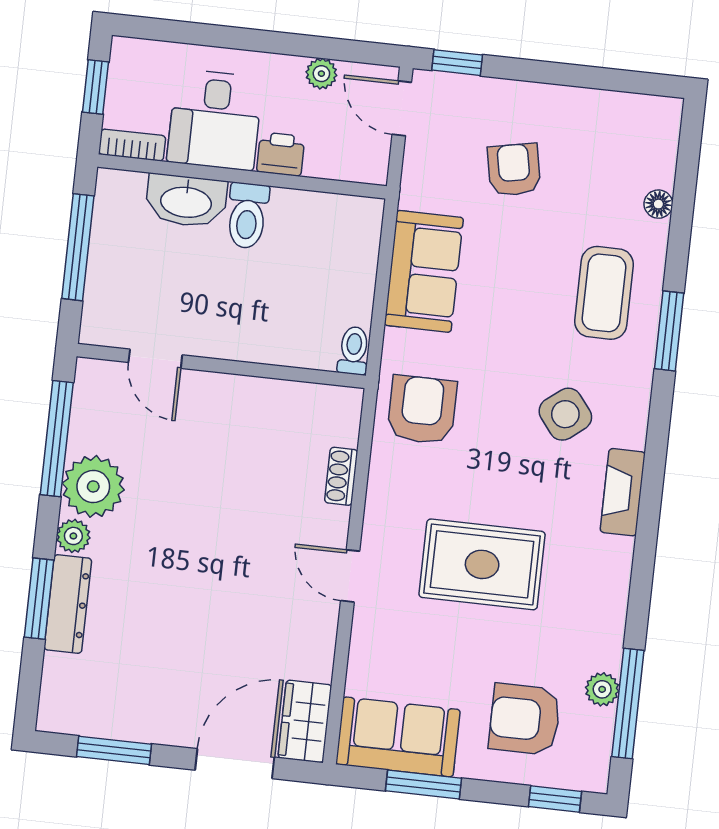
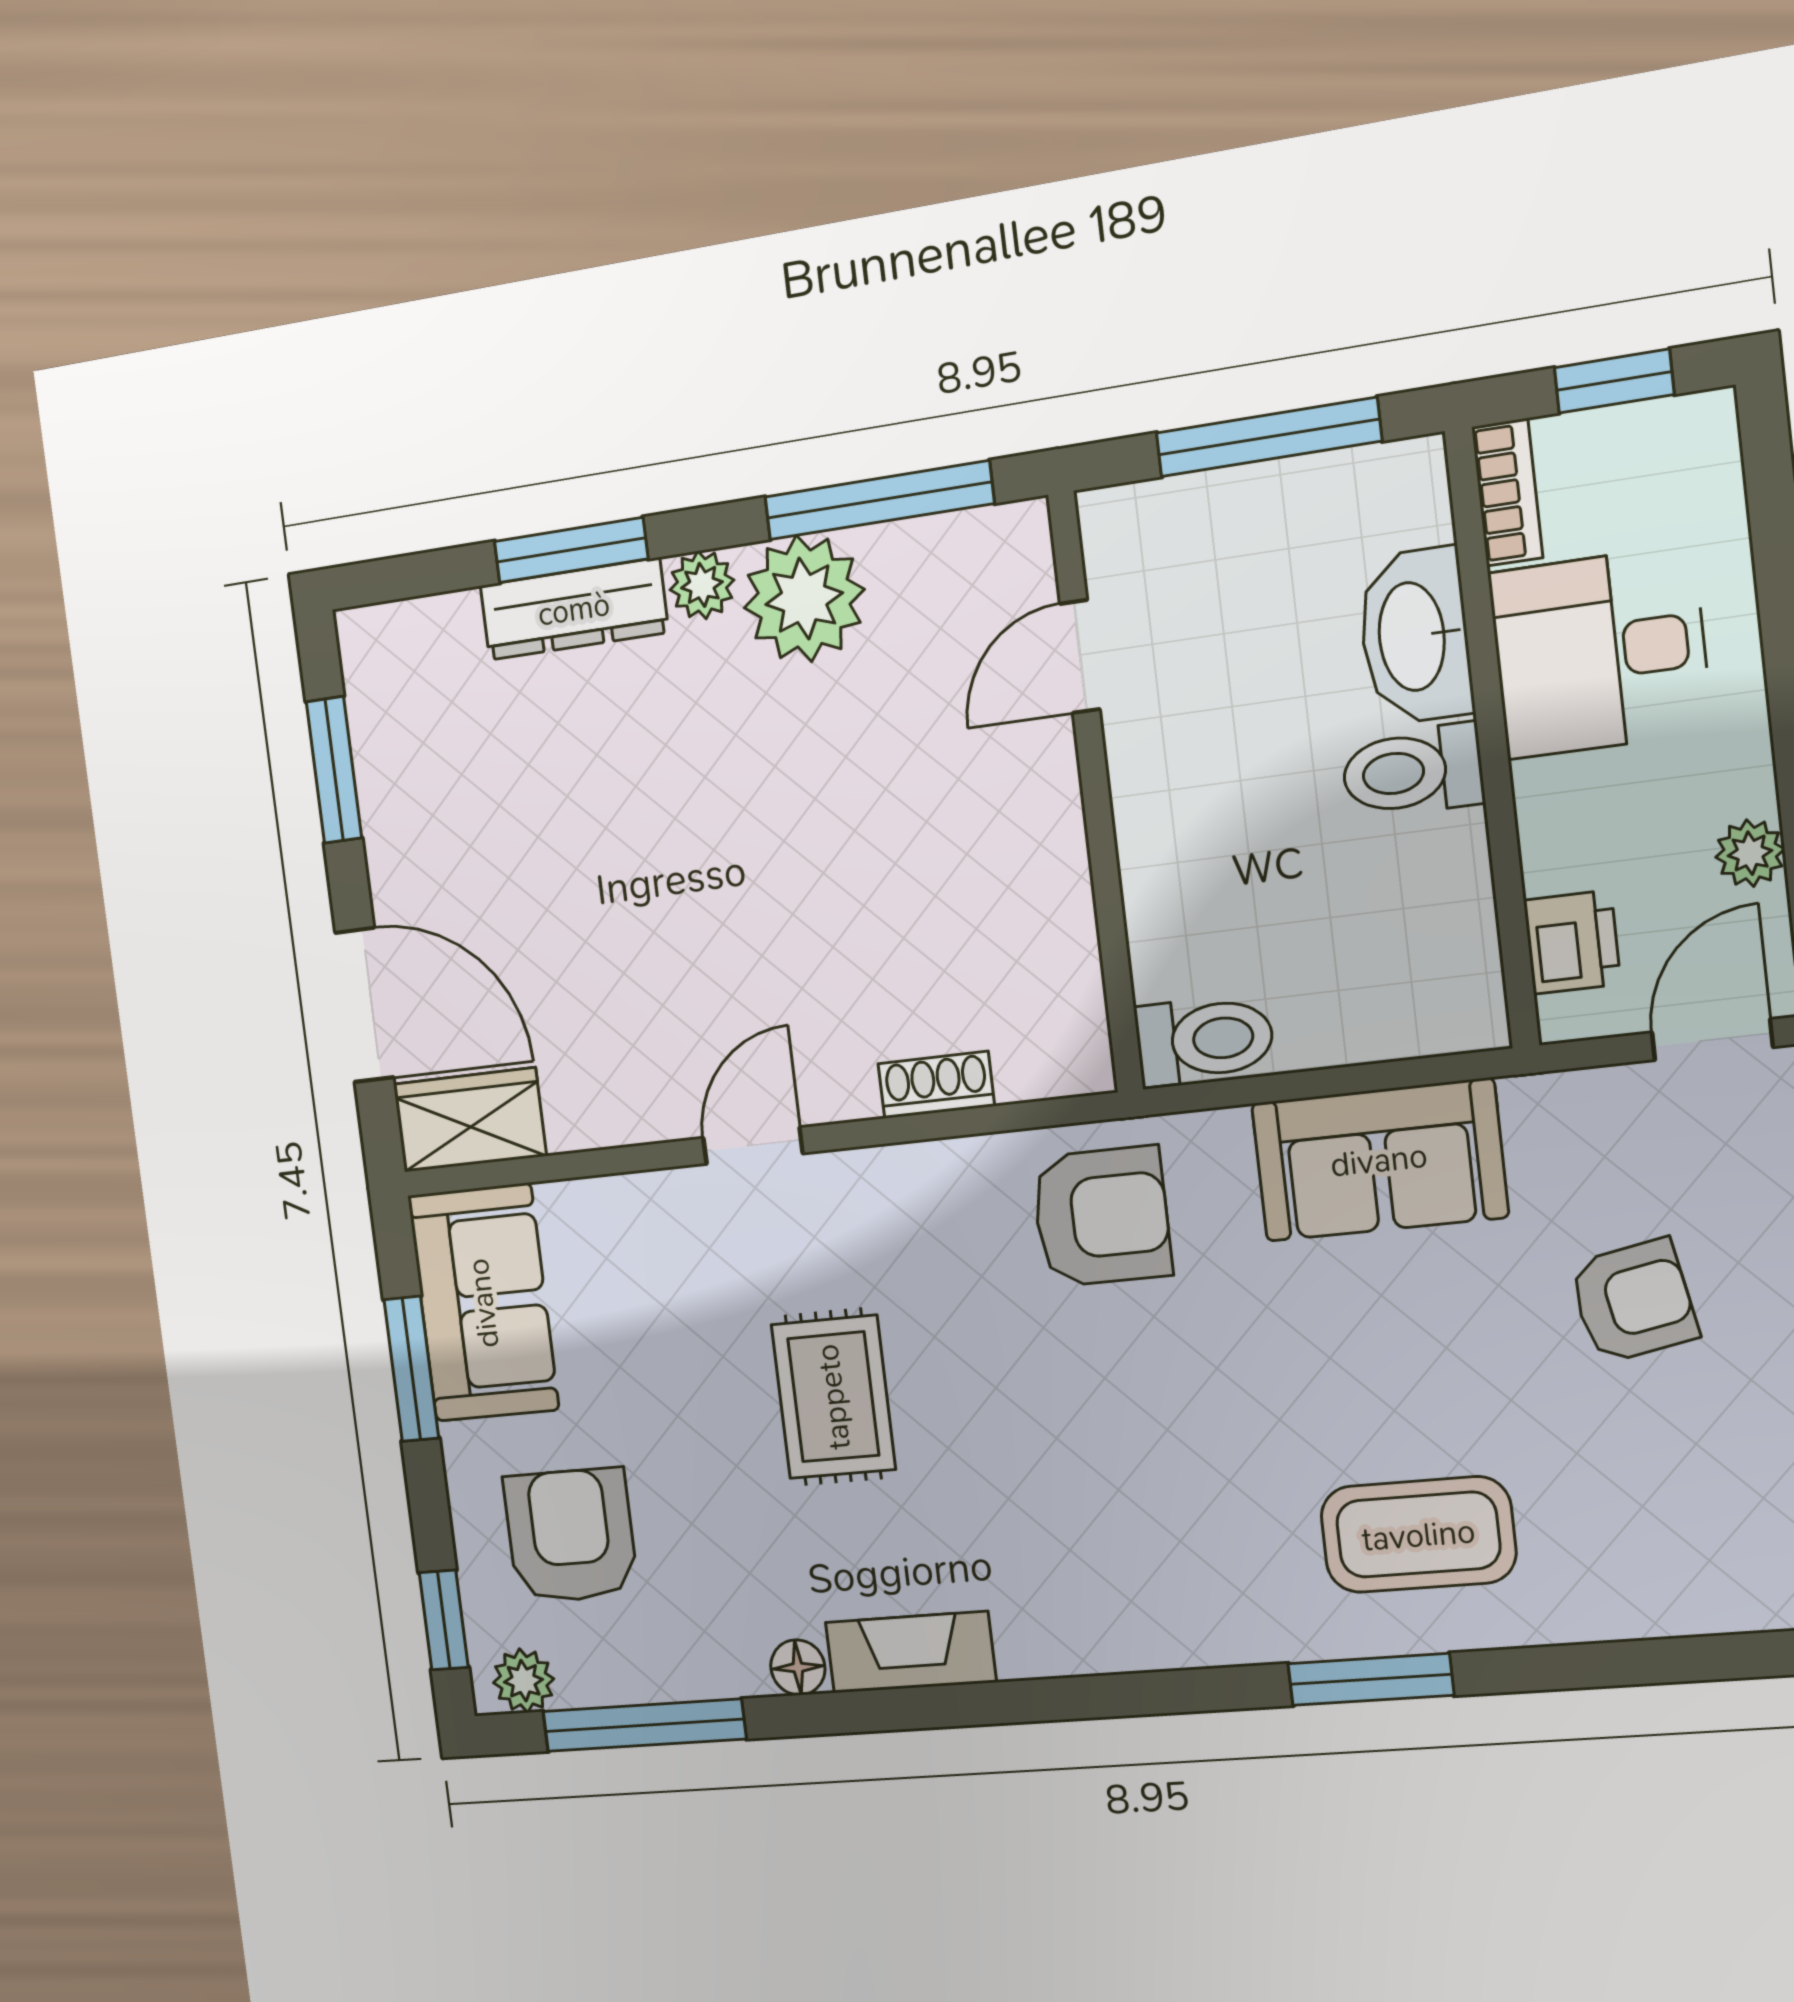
printer: (281, 154) -> (1572, 942), moved
floor lamp: (658, 204) -> (798, 1667), moved
toilet: (354, 351) -> (1204, 1040), width x1.37, depth x1.39
side table: (565, 414) -> (1158, 1503), removed
fireplace: (623, 492) -> (911, 1652), moved
rug: (482, 564) -> (833, 1397), width x0.73, depth x0.70
plant: (602, 689) -> (524, 1681), moved

